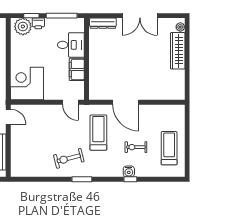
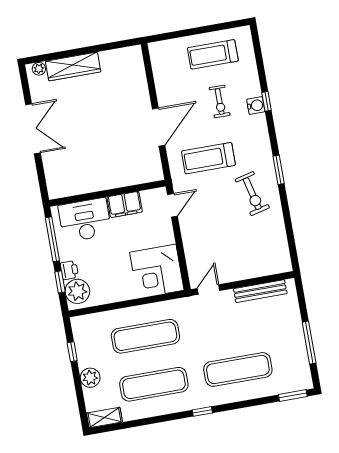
dresser: (103, 23) -> (53, 179), removed
desk: (71, 45) -> (85, 220), width x1.37

